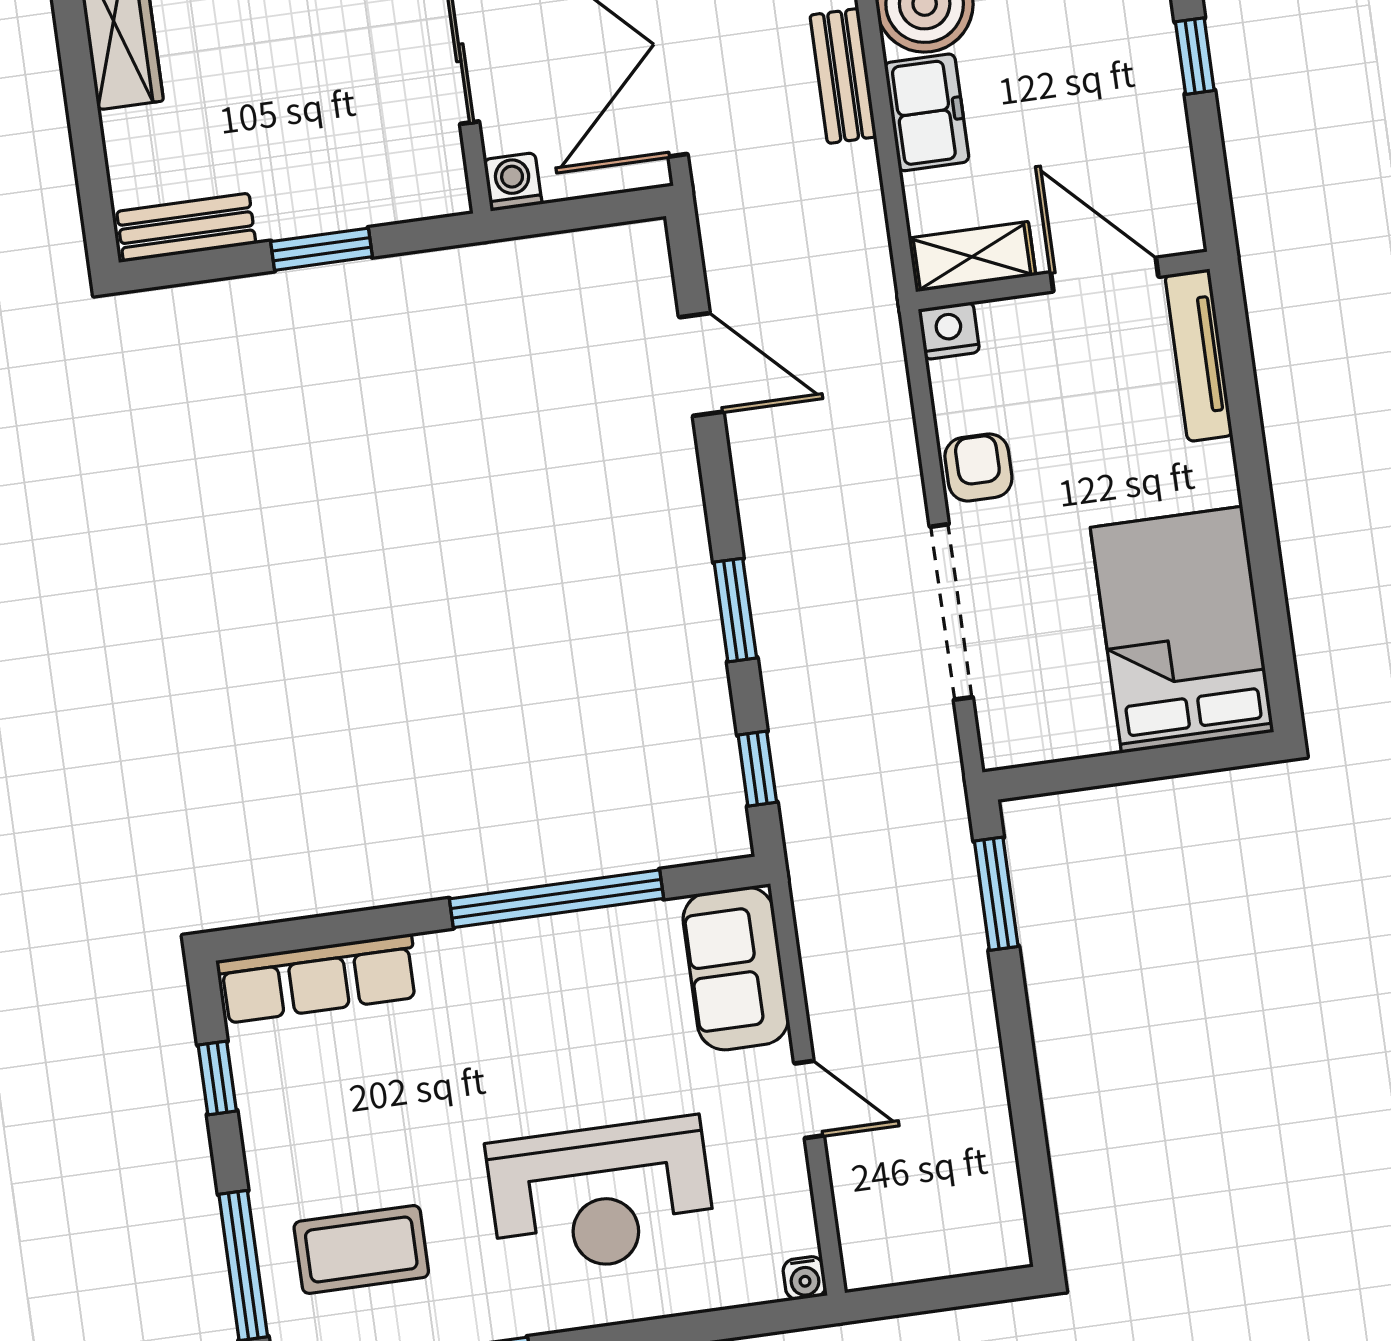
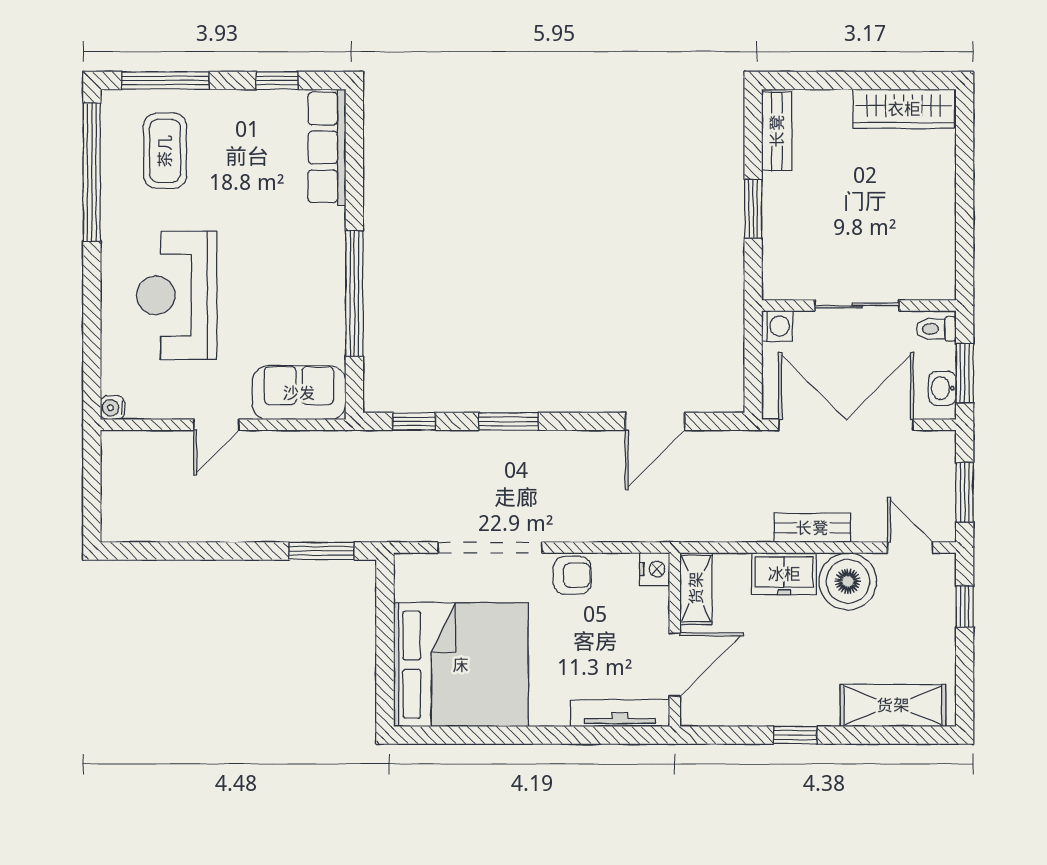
bed: (1182, 630) -> (461, 665), width x1.36

